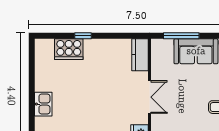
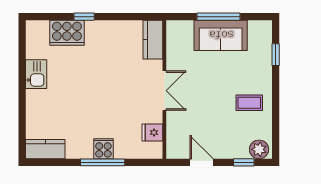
window: (181, 36) -> (218, 17), moved
kitchen sink: (43, 104) -> (36, 74), moved

